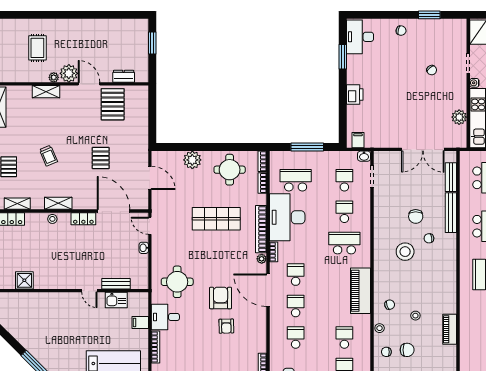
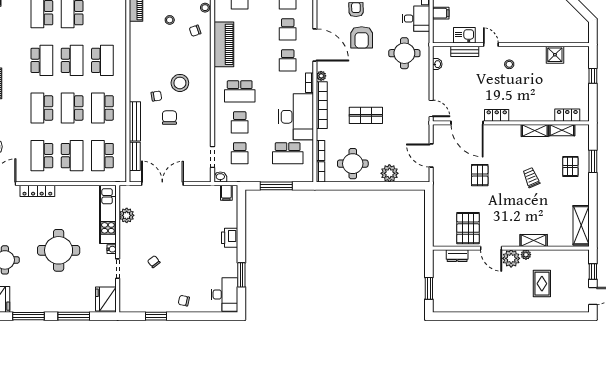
shelving: (58, 203) -> (535, 130), moved
stool: (52, 219) -> (509, 64), moved
shop shelf: (216, 219) -> (366, 115), width x0.70, depth x0.74
washbasin: (144, 248) -> (437, 64), moved

